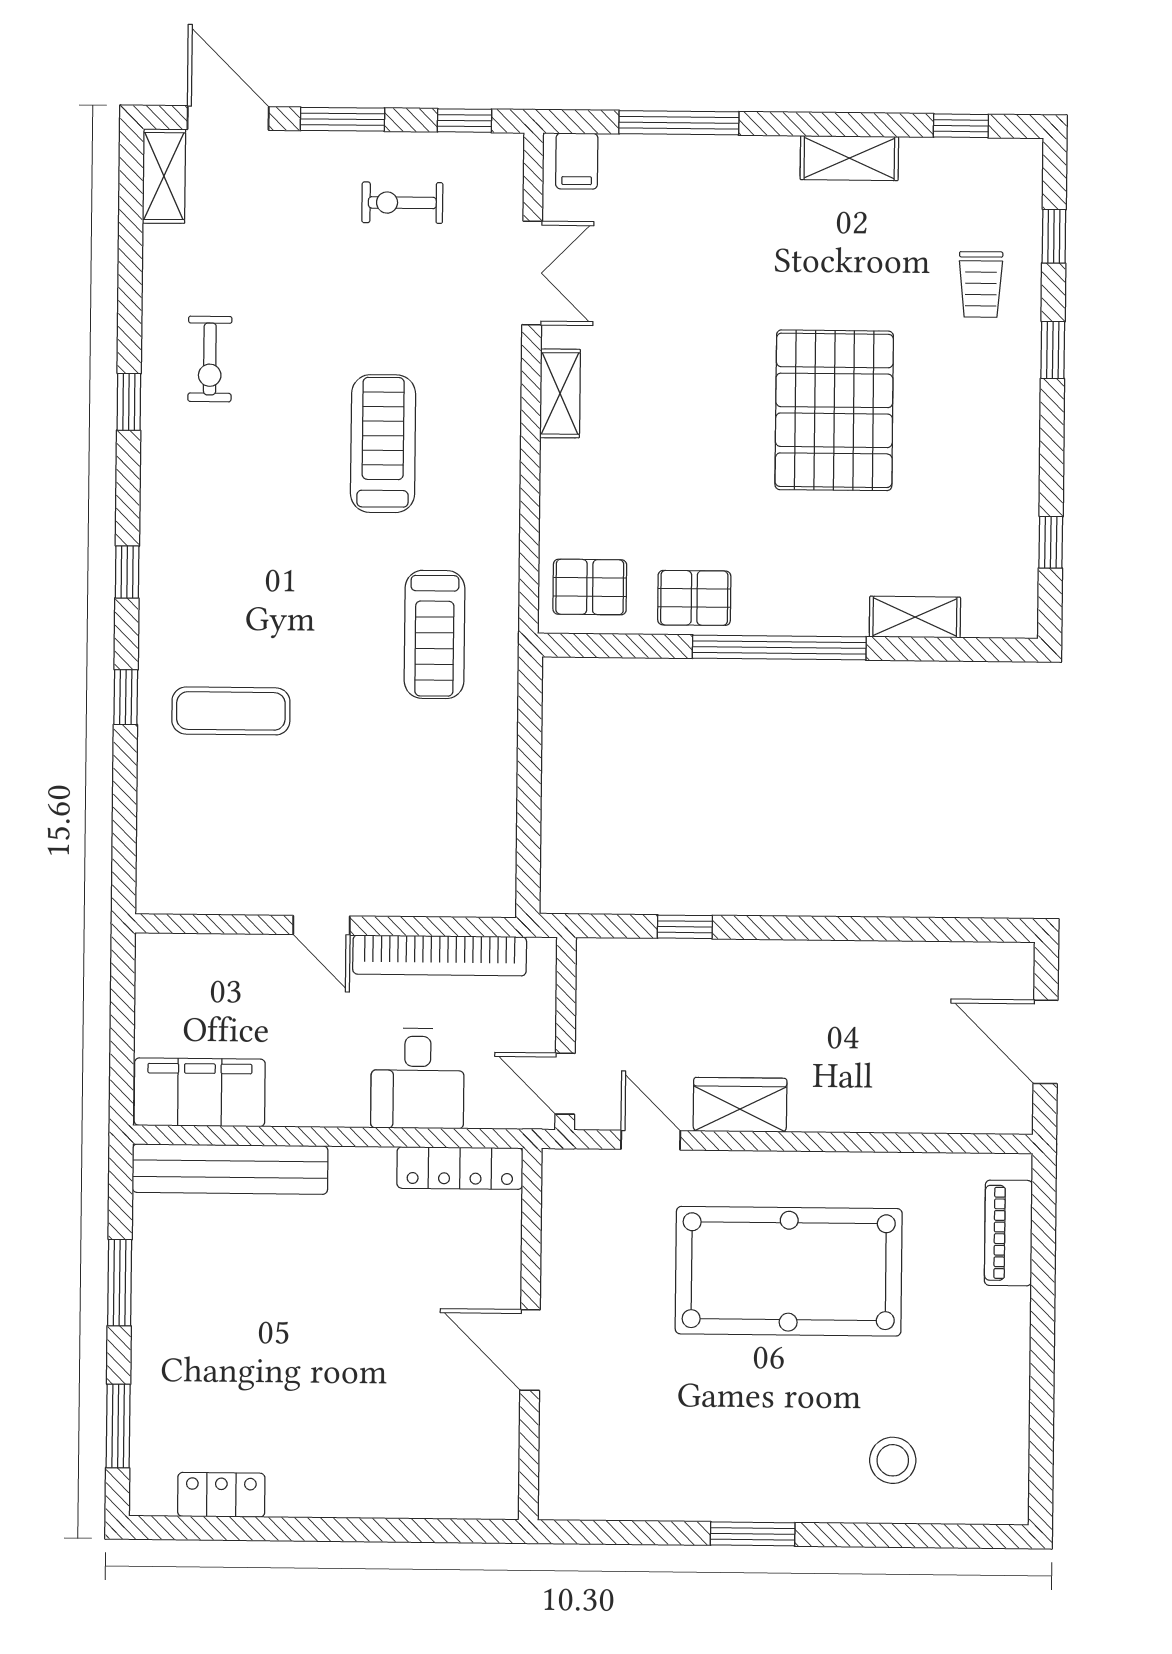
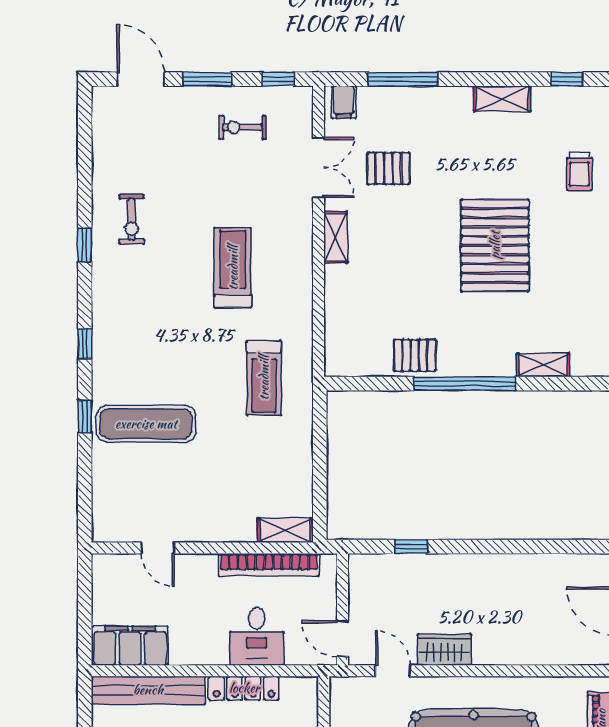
shelving: (164, 176) -> (285, 530), moved, turned 90
pallet: (590, 587) -> (388, 168), moved
exercise mat: (231, 711) -> (146, 424), width x1.36, depth x1.45
door: (322, 925) -> (158, 548), moved
locker: (460, 1168) -> (244, 688), moved

